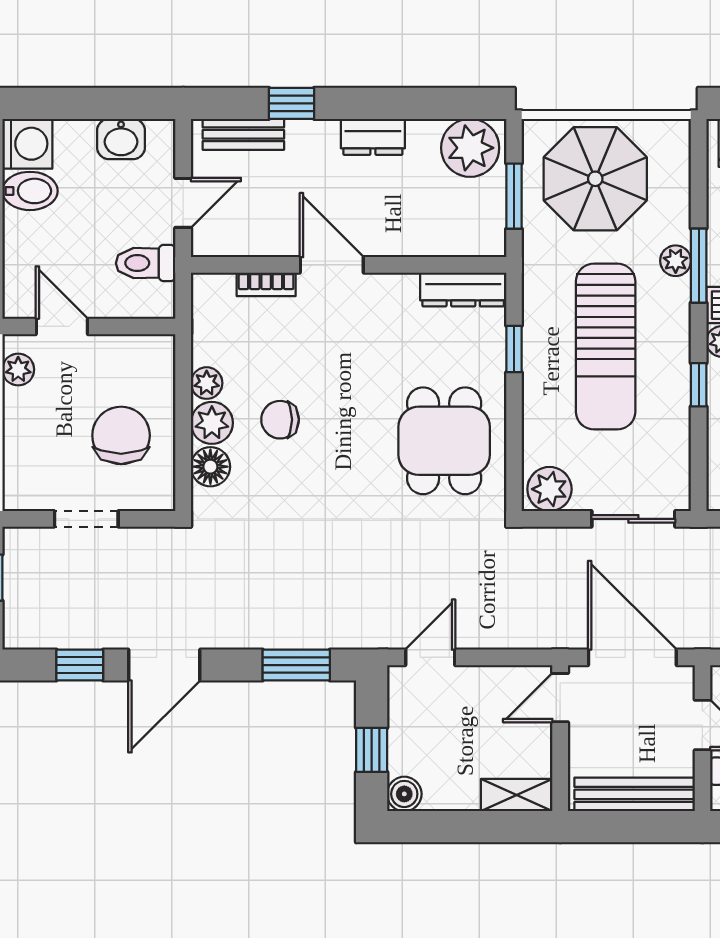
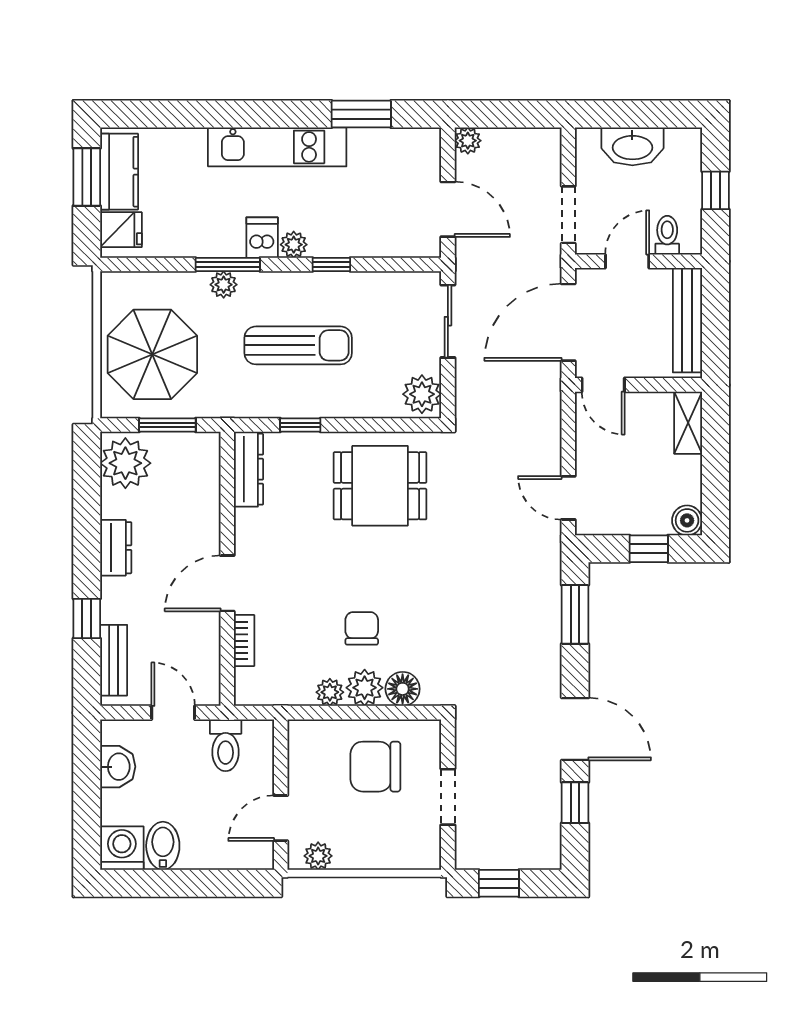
sun lounger: (606, 347) -> (298, 345), width x0.73, depth x0.75
chair: (280, 420) -> (362, 628), turned 180

